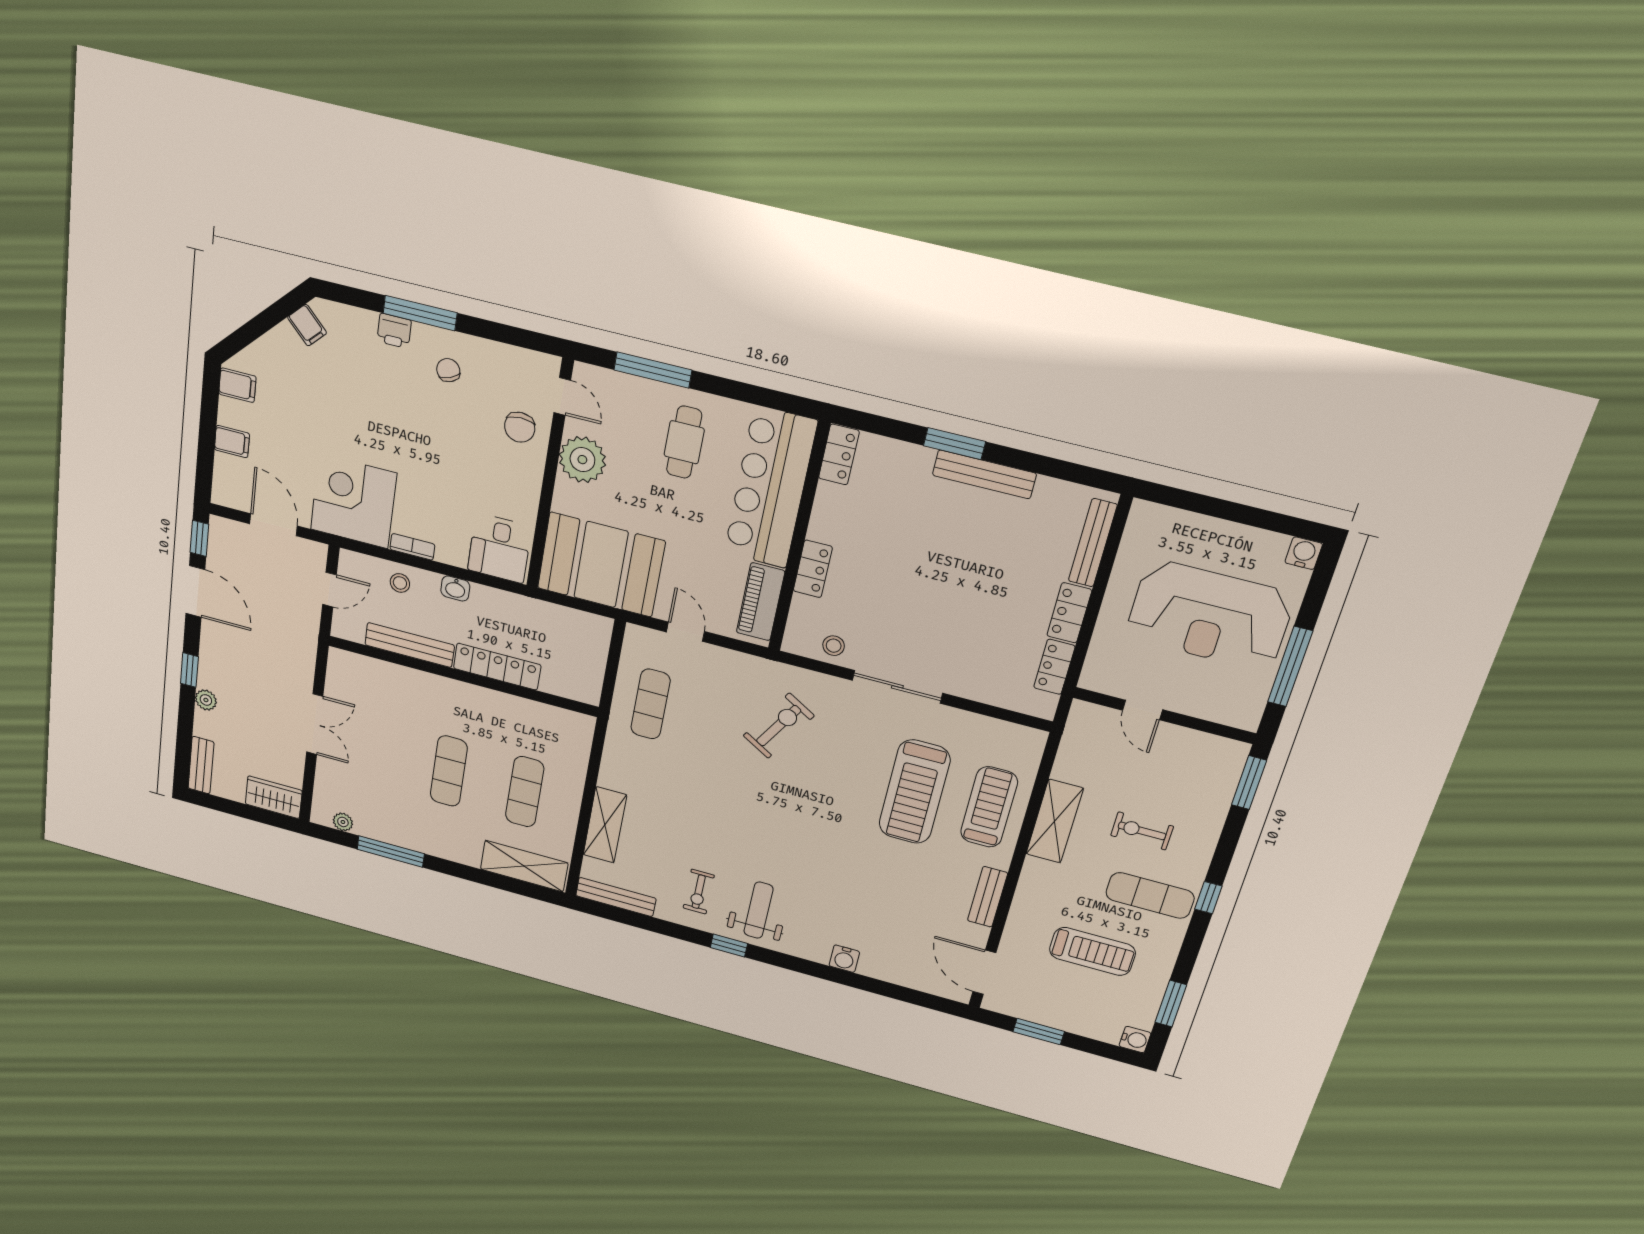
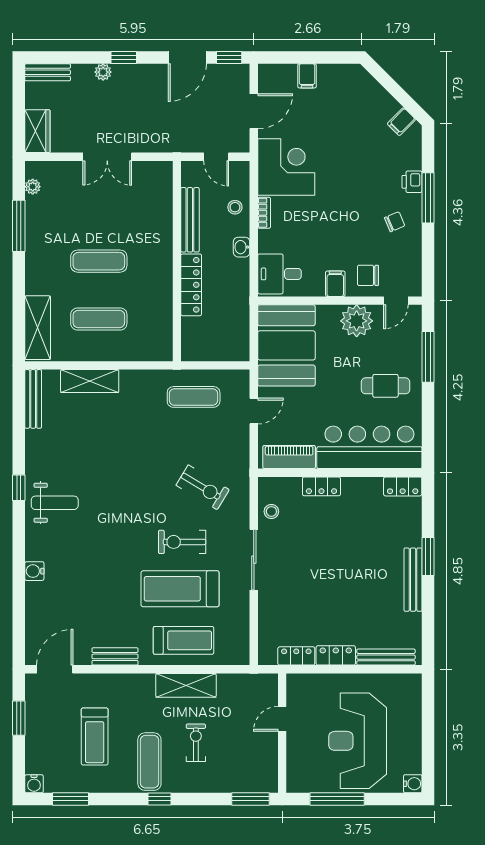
filing cabinet: (237, 385) -> (335, 284), moved, turned 180
exercise bike: (699, 892) -> (182, 542), moved, width x1.38, depth x1.39

